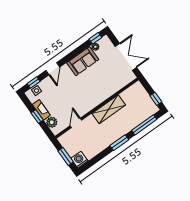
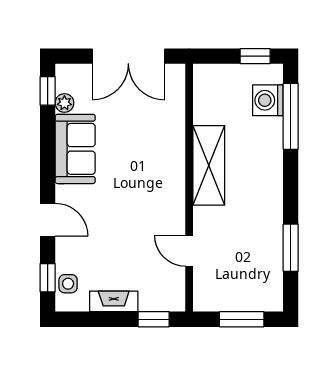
double door: (126, 57) -> (128, 56), swing flipped
window: (37, 116) -> (154, 319), moved
plant: (52, 122) -> (153, 298), removed
window: (119, 143) -> (291, 248), moved
washing machine: (79, 160) -> (268, 100), moved

